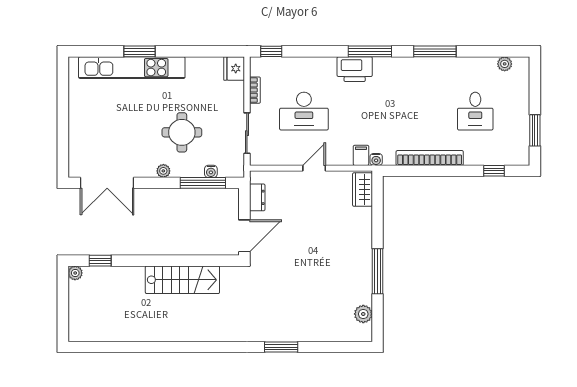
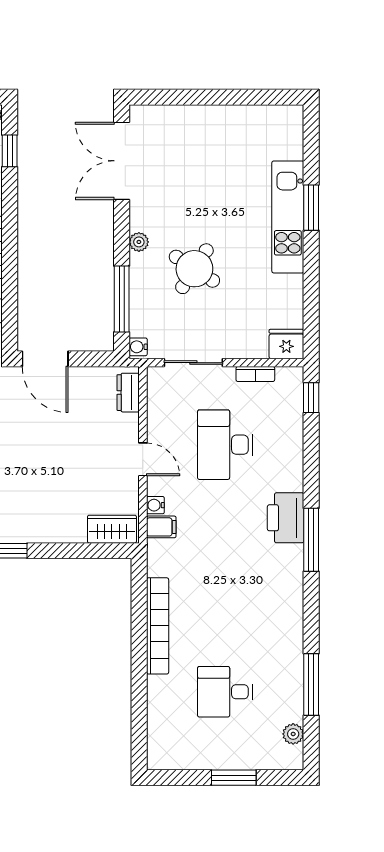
window: (435, 51) -> (311, 684), moved
kitchen unit: (132, 68) -> (288, 217), width x0.73
window: (535, 130) -> (234, 778), moved
round table: (182, 132) -> (194, 269), turned 33
water cooler: (376, 159) -> (155, 505), moved
water cooler: (211, 171) -> (138, 347), moved
window: (494, 171) -> (139, 719), removed
dresser: (257, 197) -> (128, 393), moved, turned 90

